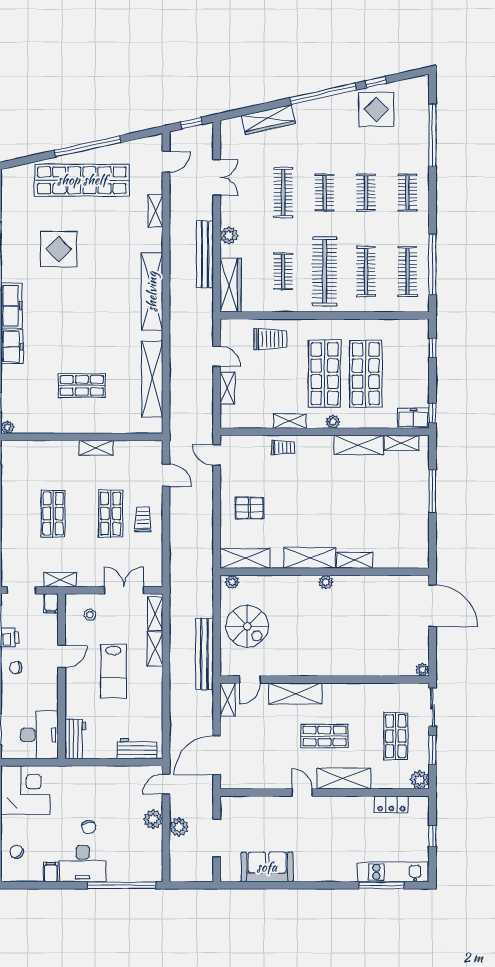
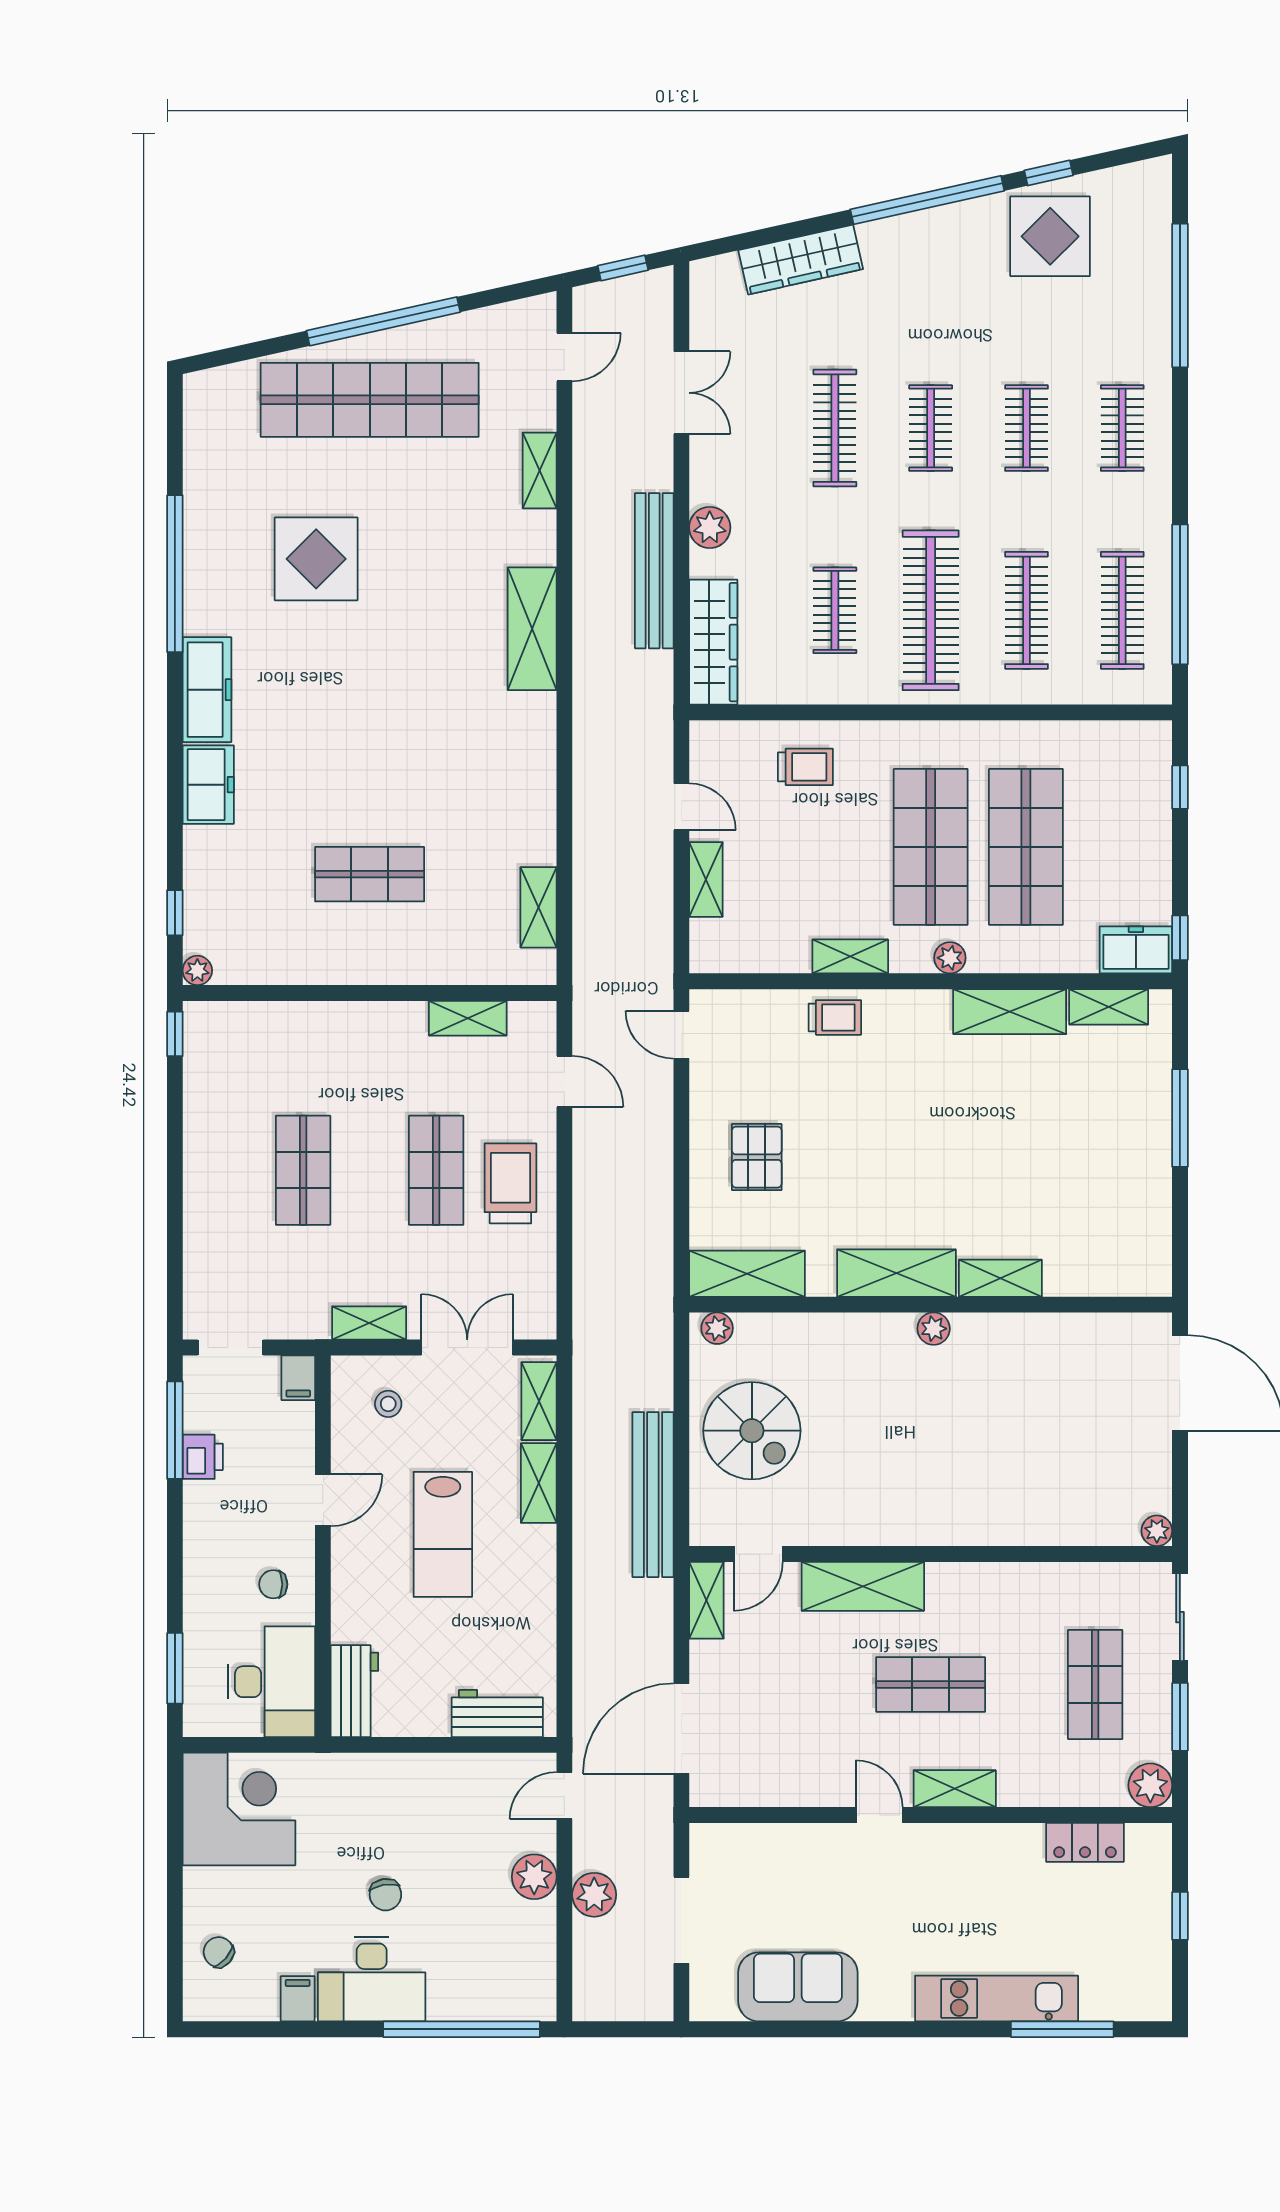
shelving: (152, 292) -> (532, 629), width x0.68
trolley: (270, 339) -> (805, 767), width x0.73, depth x0.72
shelving: (152, 379) -> (539, 907), width x0.45, depth x0.75
shelving: (96, 448) -> (468, 1018), moved
pallet: (249, 508) -> (757, 1157), turned 90
trolley: (143, 519) -> (510, 1183), width x1.36, depth x1.39
shelving: (60, 580) -> (369, 1323), moved
chair: (16, 668) -> (273, 1584), moved
shelving: (344, 778) -> (955, 1789), width x0.67, depth x0.75
kitchen unit: (393, 872) -> (997, 1999), moved

